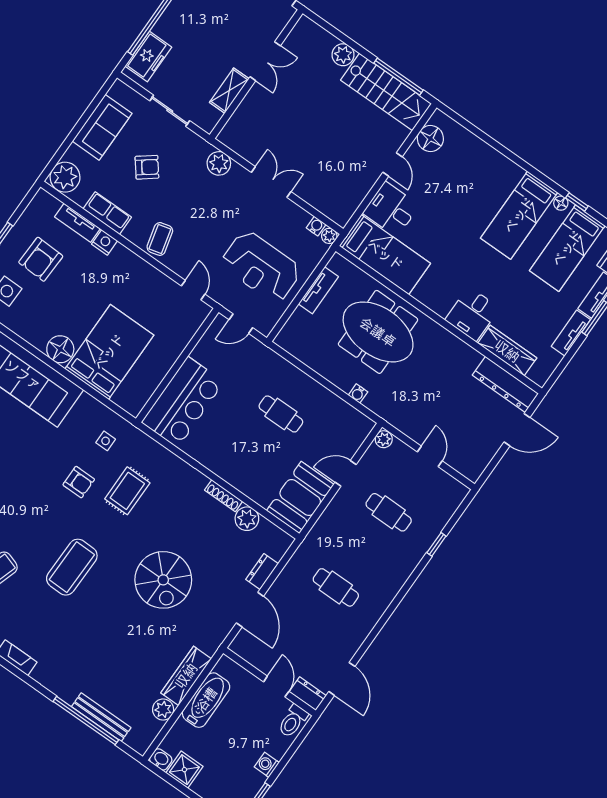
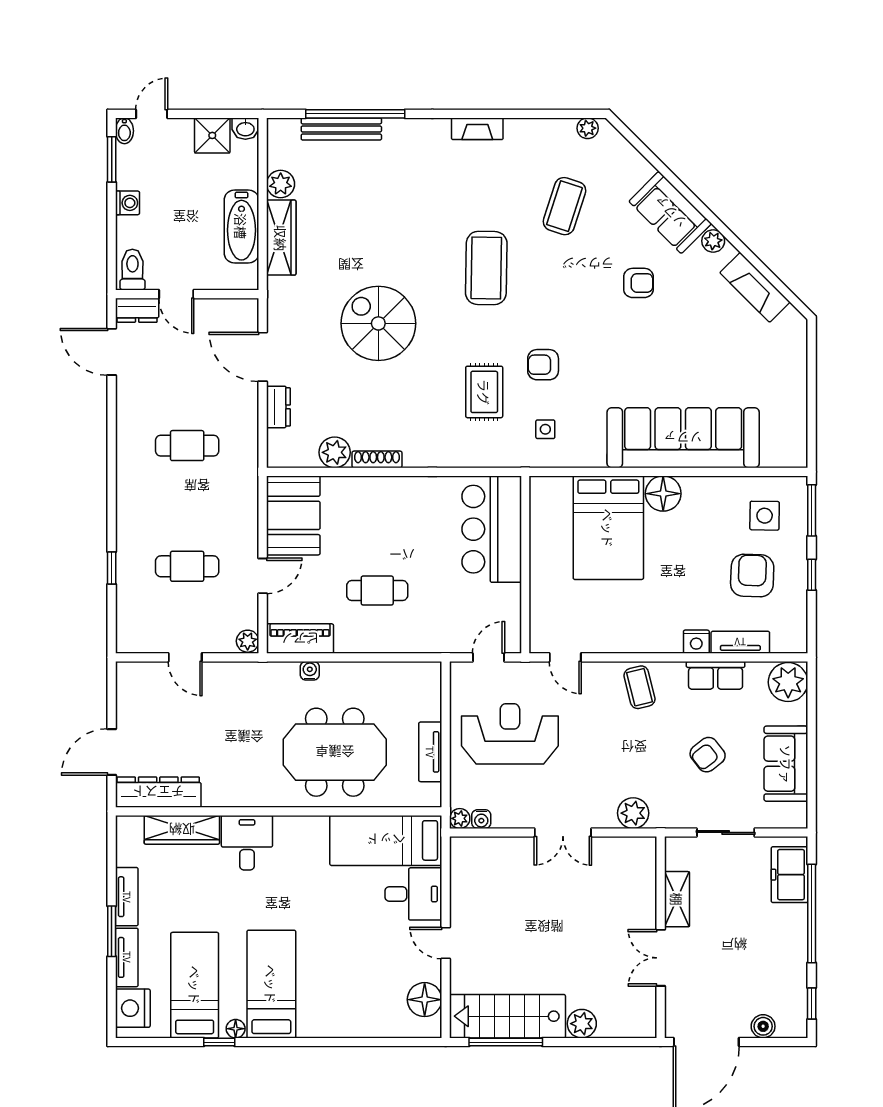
piano: (350, 418) -> (300, 639), added

